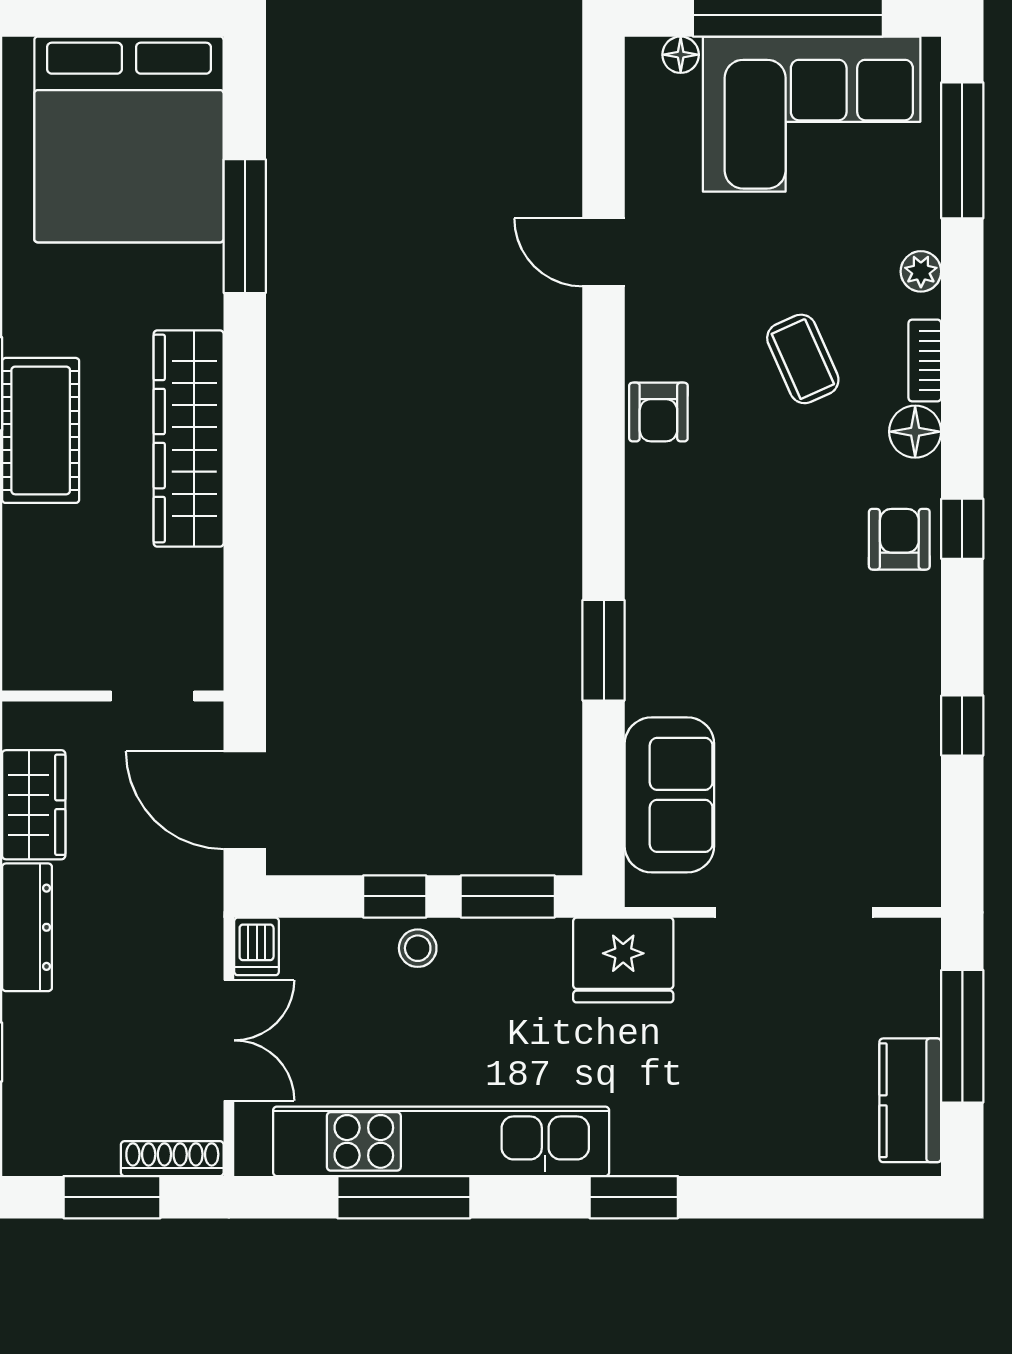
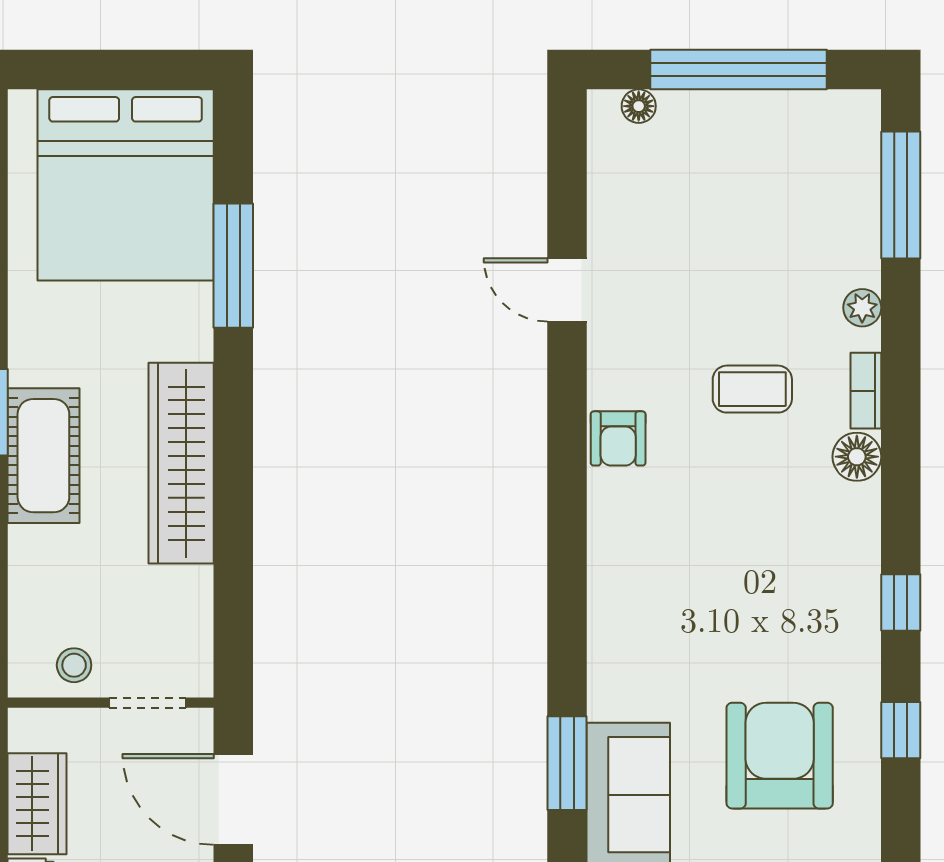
corner sofa: (812, 114) -> (761, 161), removed
coffee table: (803, 359) -> (752, 389), turned -66
window: (962, 529) -> (901, 603), moved
armchair: (899, 539) -> (780, 756), moved, width x1.88, depth x1.88
window: (604, 650) -> (567, 763), moved
stool: (74, 656) -> (74, 665), added

